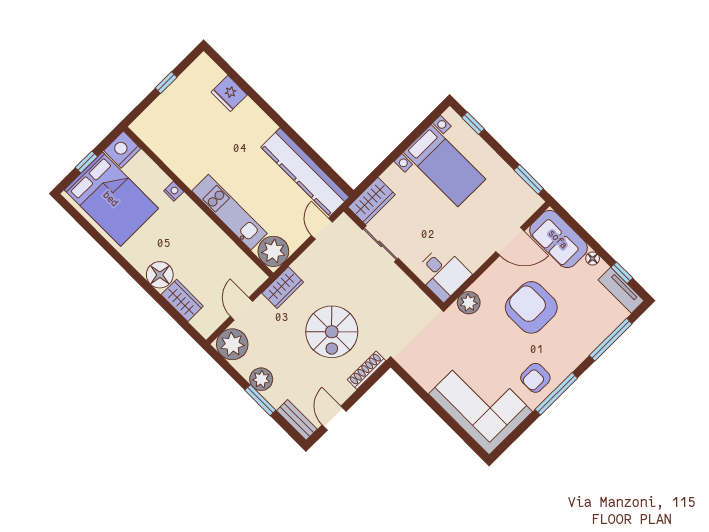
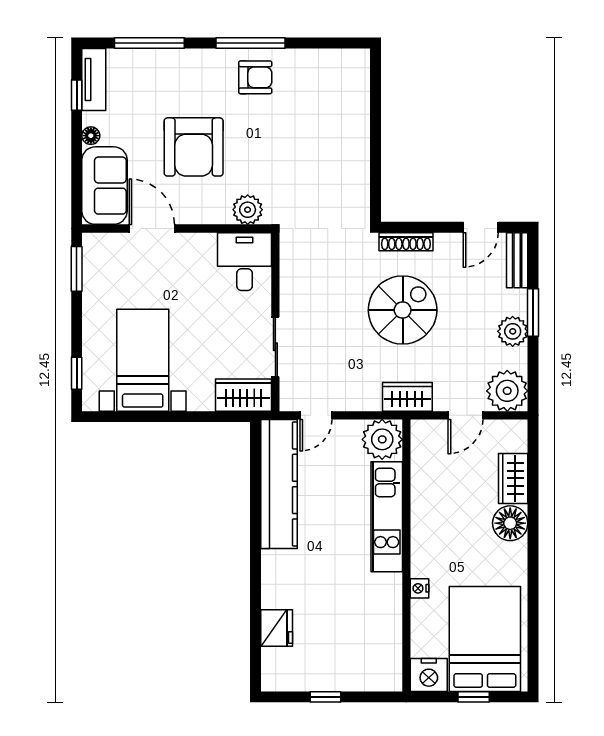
corner sofa: (481, 403) -> (330, 105), removed

